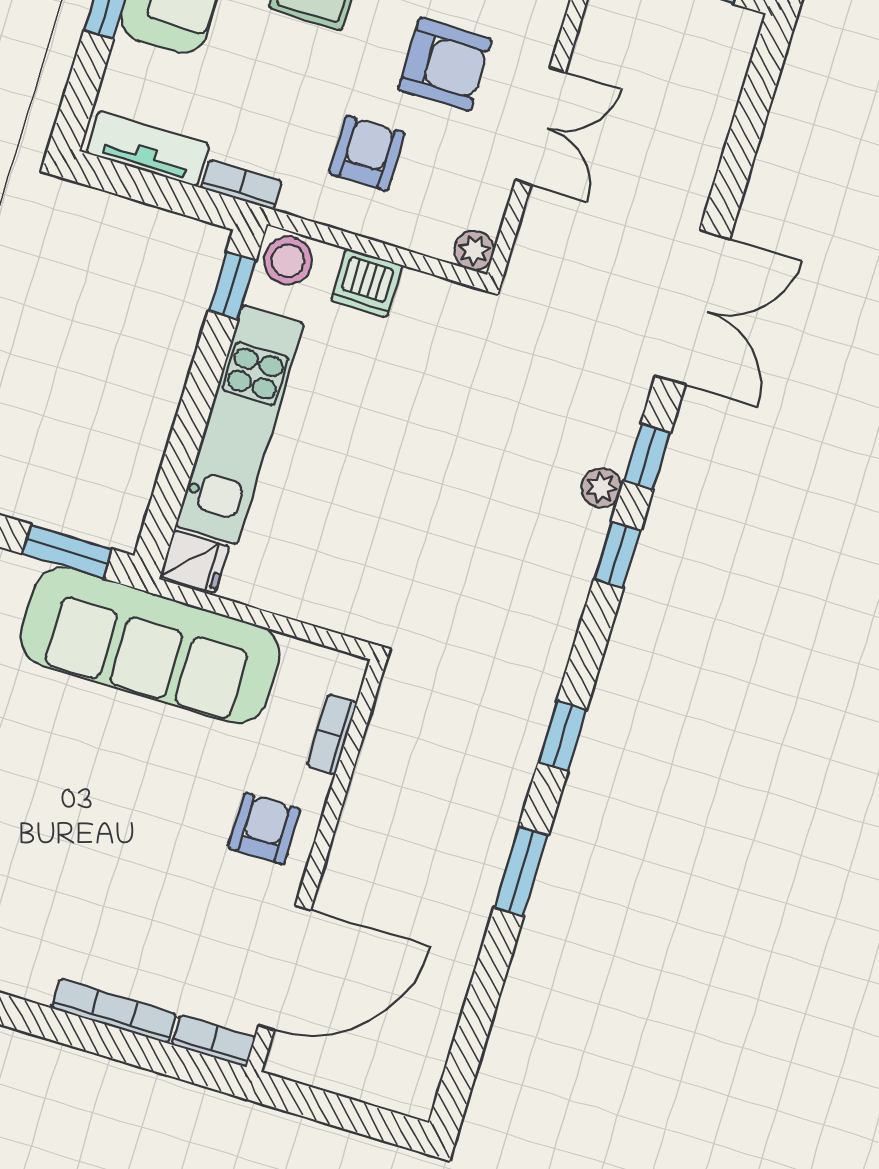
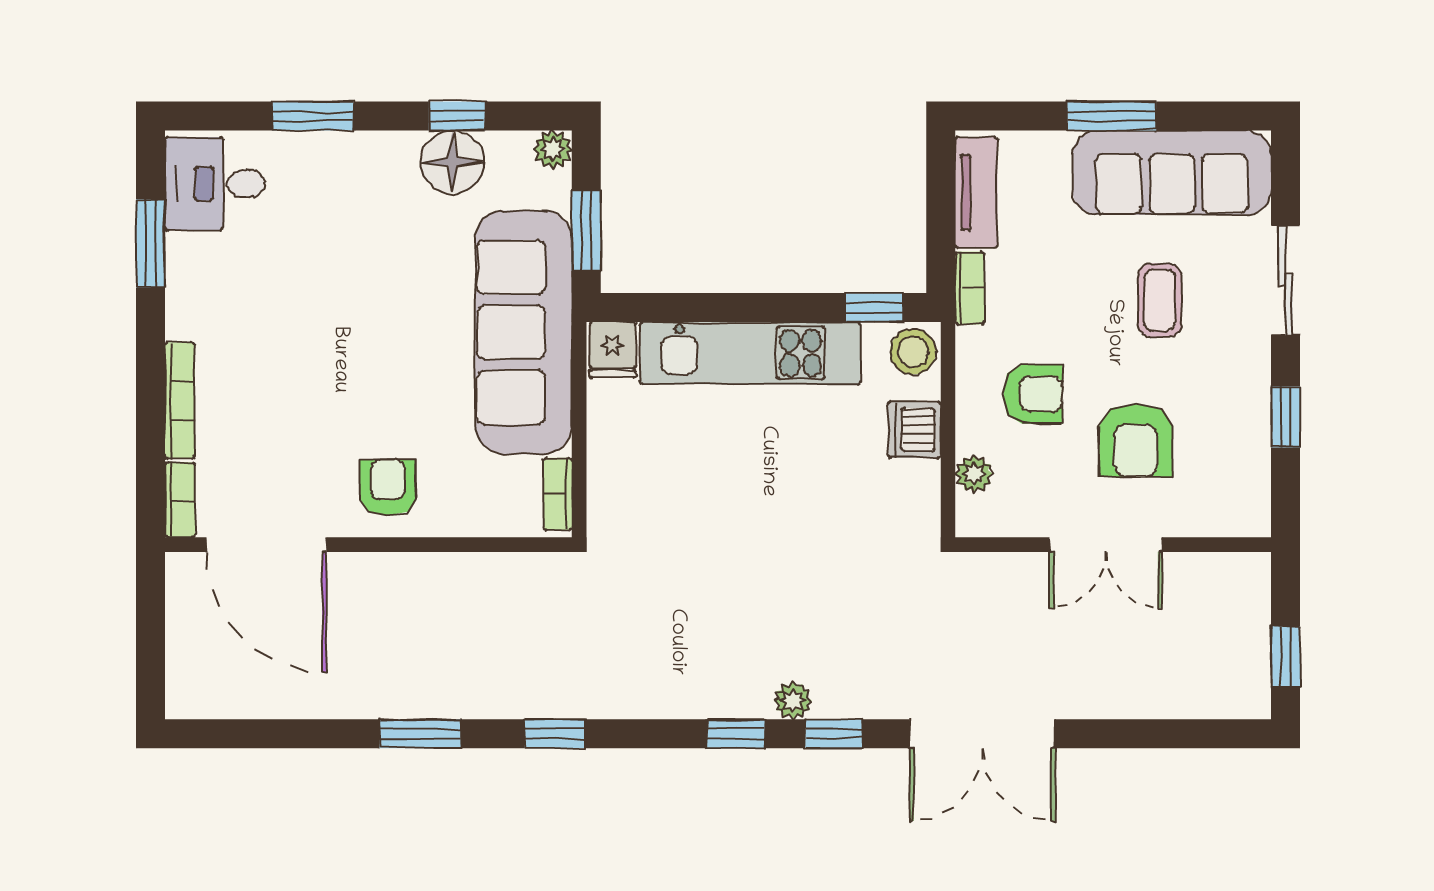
plant: (474, 250) -> (974, 474), moved
bookcase: (332, 734) -> (558, 494), moved, turned -90
armchair: (264, 829) -> (388, 487), turned -90

